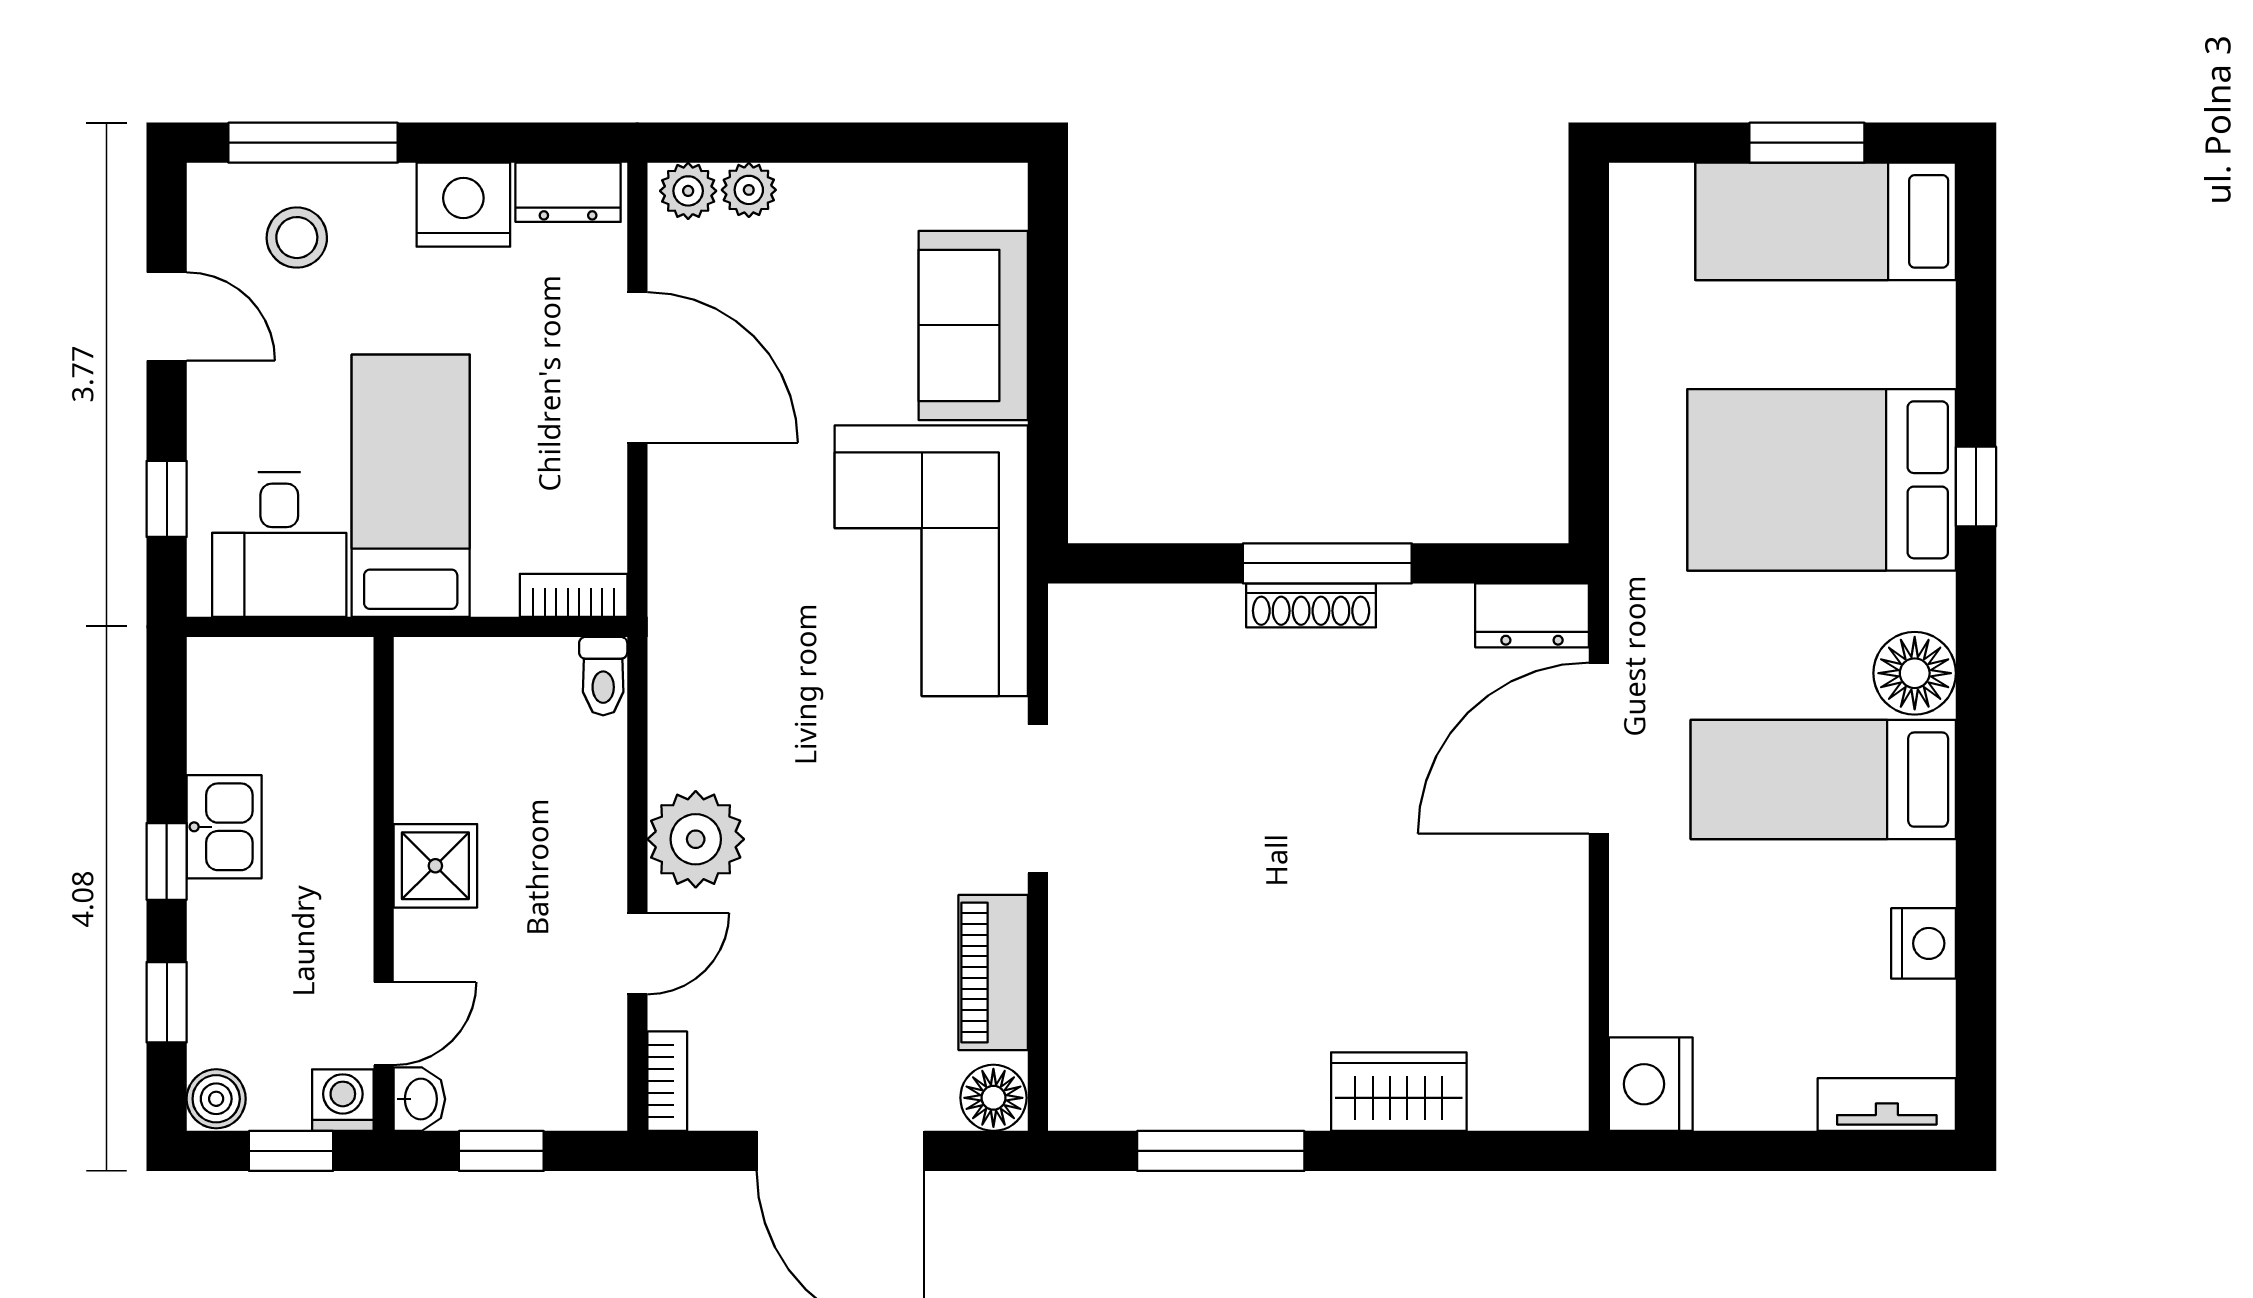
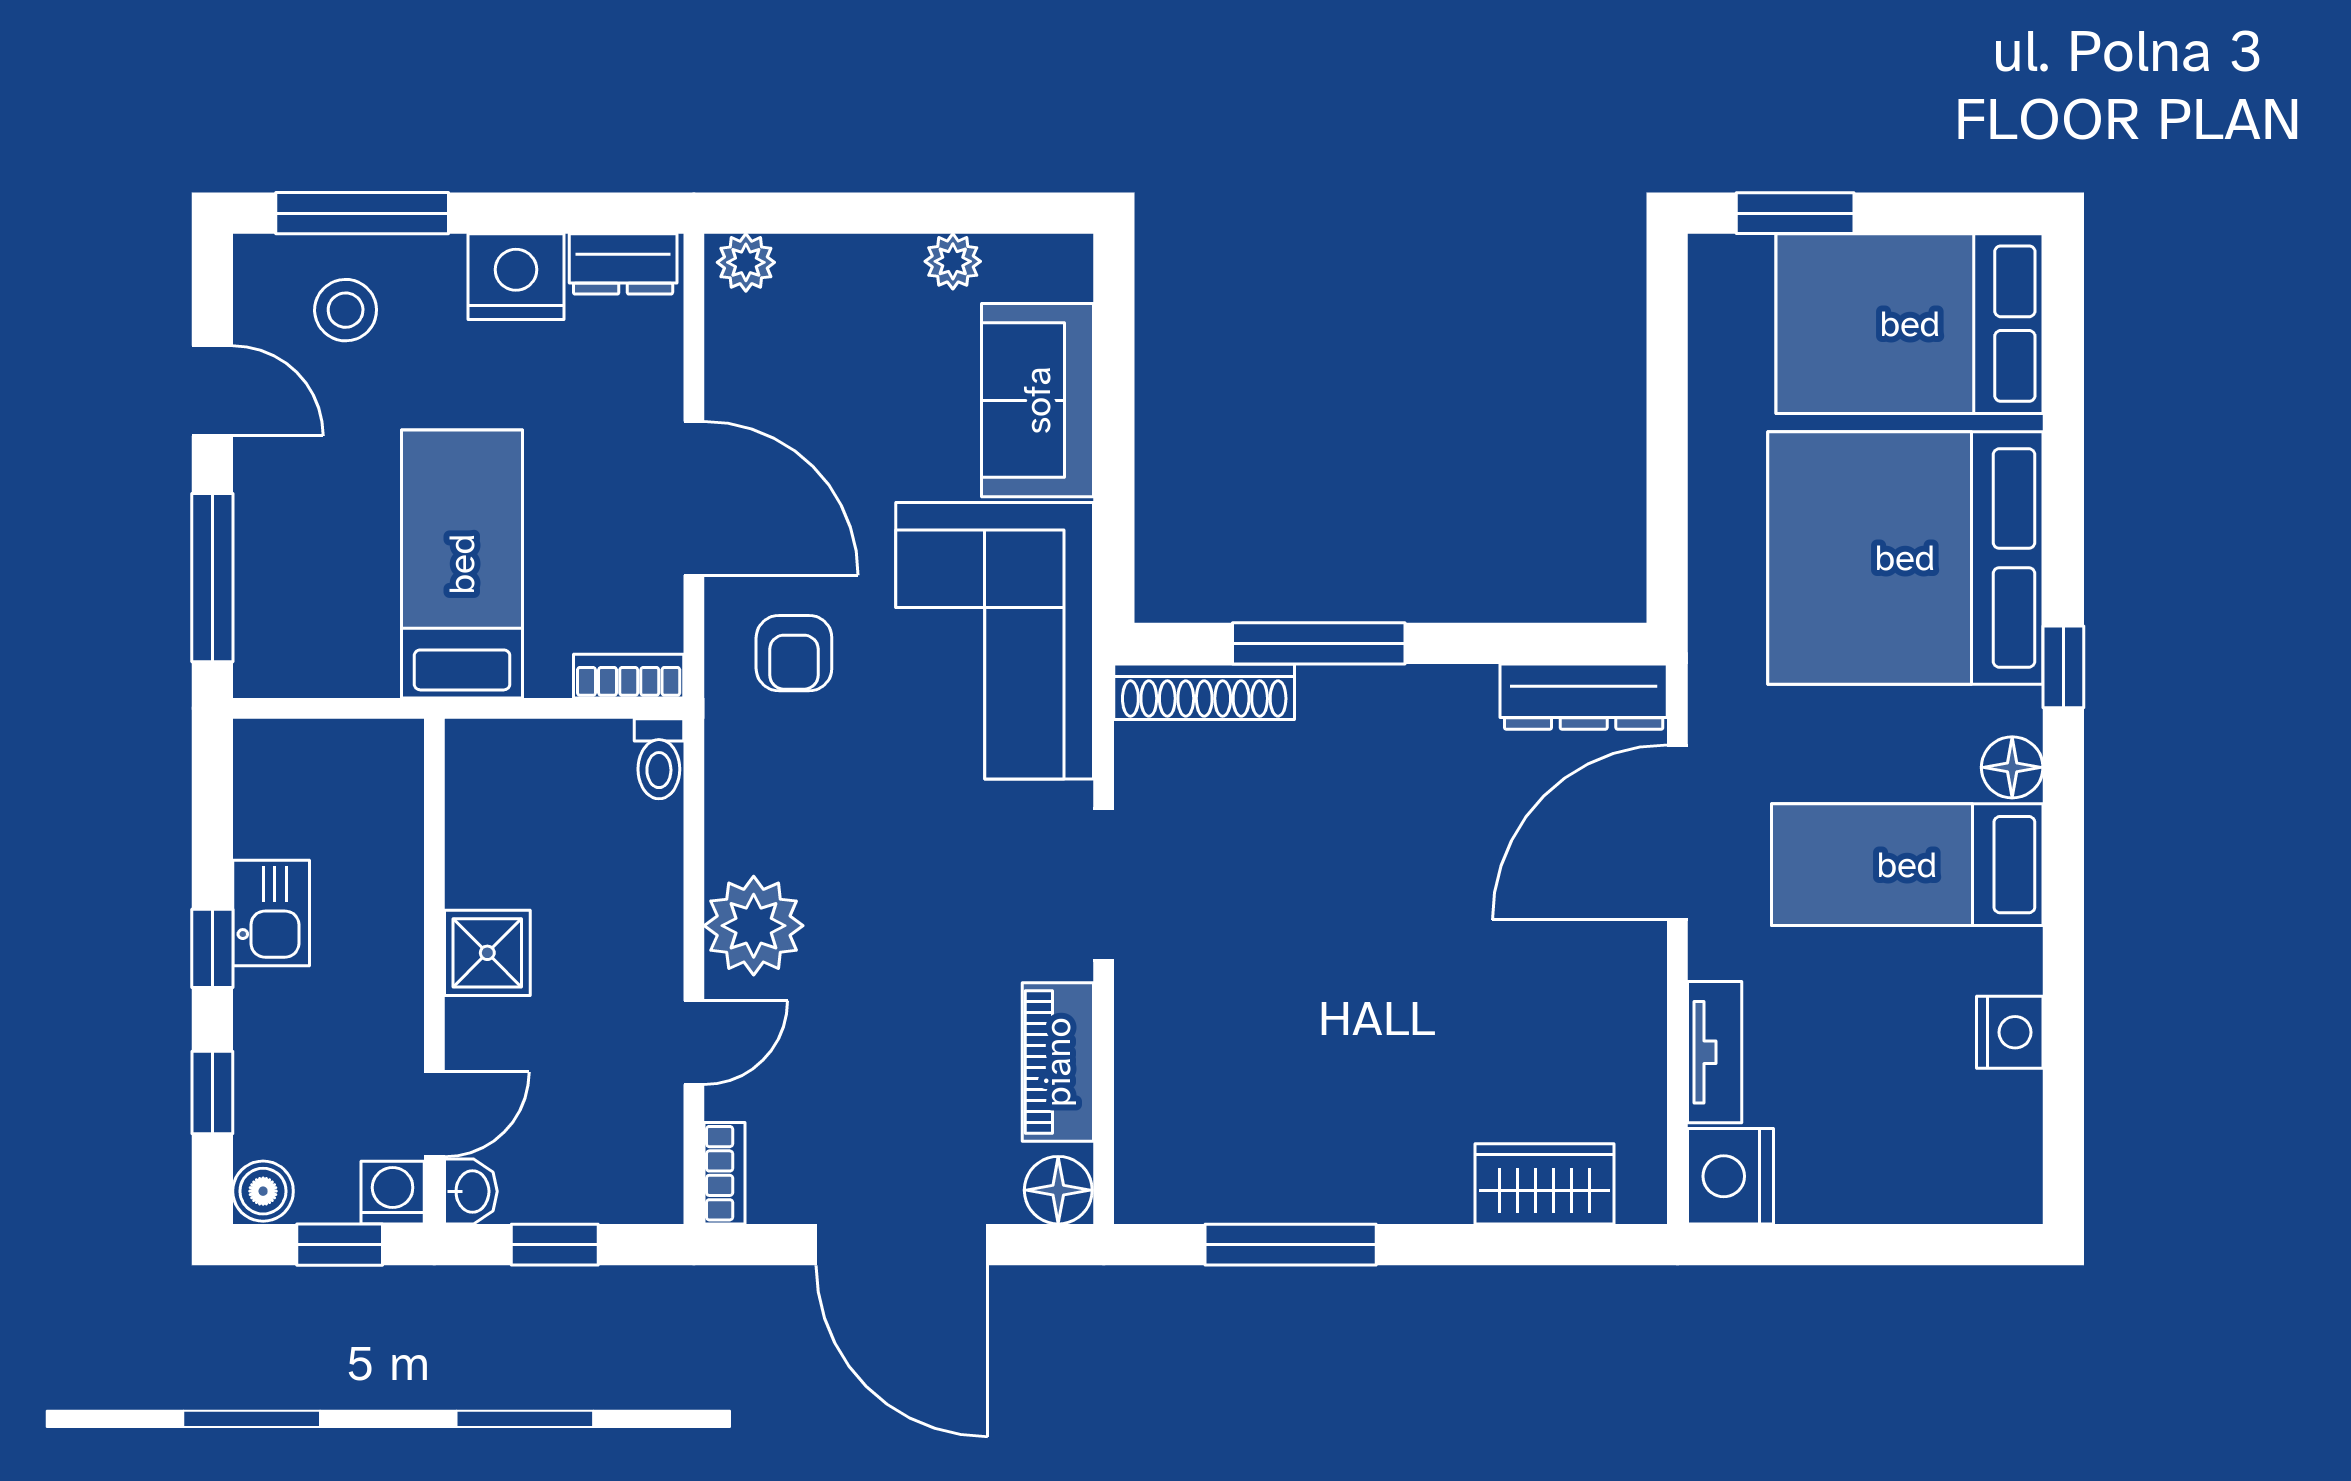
window: (1807, 143) -> (1795, 213), moved
plant: (749, 190) -> (953, 261), moved
bed: (1826, 221) -> (1910, 324), width x1.50
door: (637, 367) -> (694, 498), moved
bed: (1822, 480) -> (1905, 558), width x1.36
window: (1976, 486) -> (2063, 667), moved
window: (167, 499) -> (212, 578), width x2.17
desk: (279, 544) -> (328, 624), removed
window: (1327, 563) -> (1319, 643), moved
armchair: (735, 573) -> (794, 653), added
shoe rack: (1311, 605) -> (1204, 692), moved, width x1.36, depth x1.24
dresser: (1532, 615) -> (1584, 697), width x1.44
floor lamp: (1915, 673) -> (2012, 767), width x0.73, depth x0.73
wardrobe: (1399, 1092) -> (1545, 1184), moved
tv unit: (1887, 1104) -> (1715, 1052), moved, turned 90

